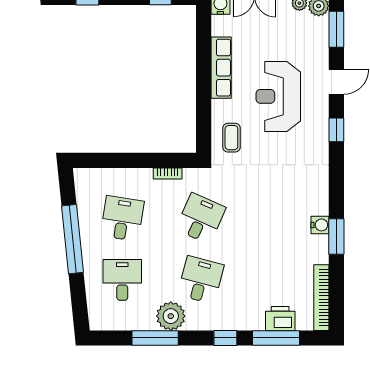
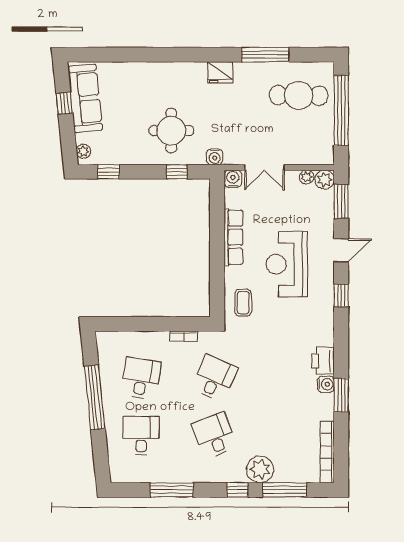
desk: (201, 280) -> (214, 436), turned -36
plant: (171, 316) -> (260, 469), moved
printer: (280, 318) -> (323, 361), moved, turned -90

